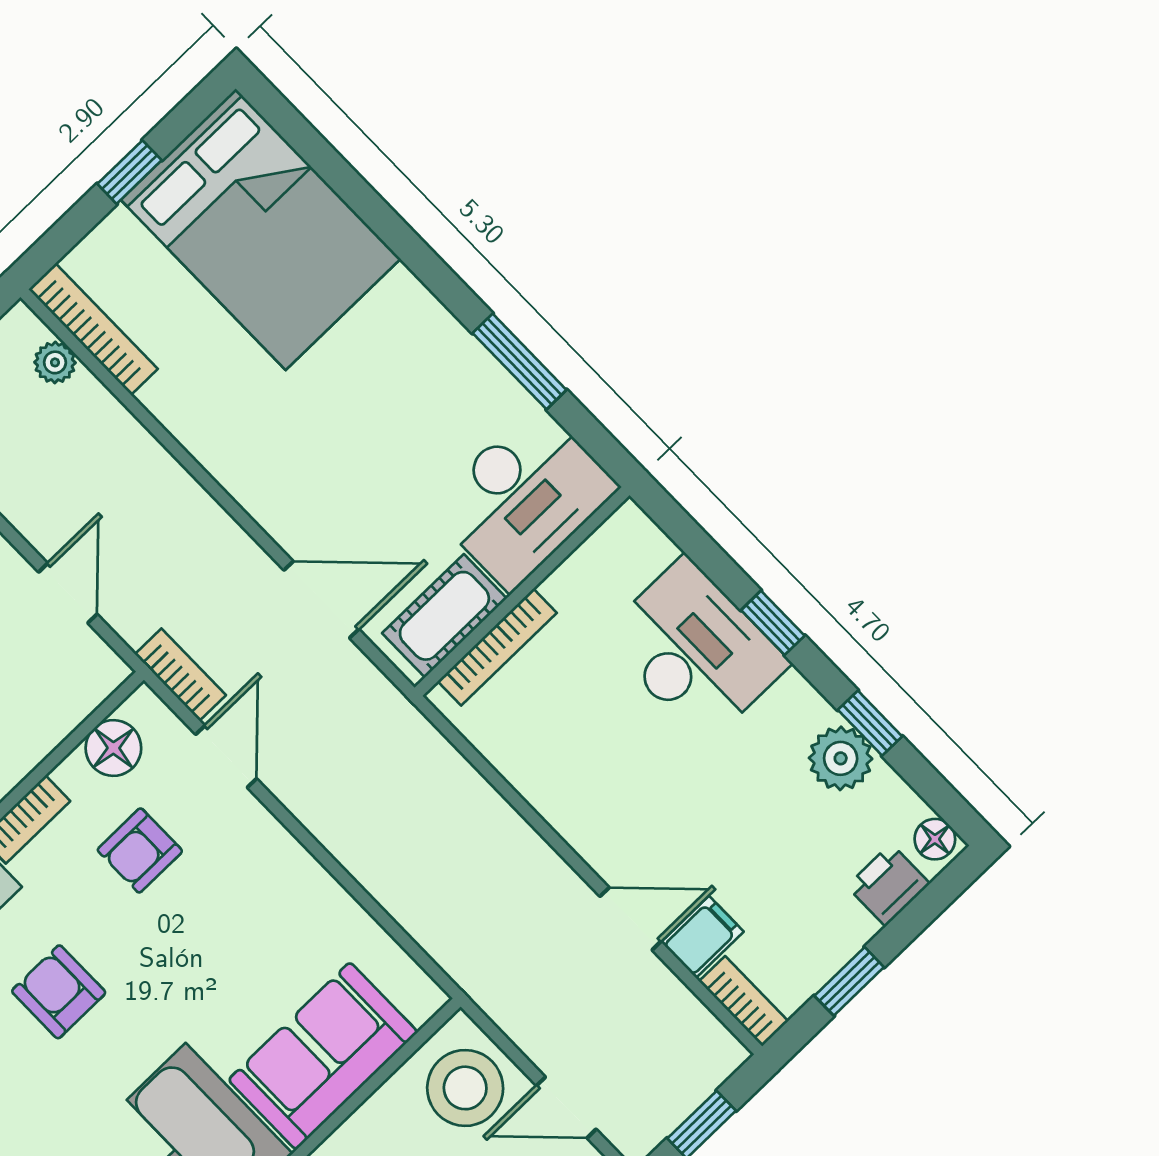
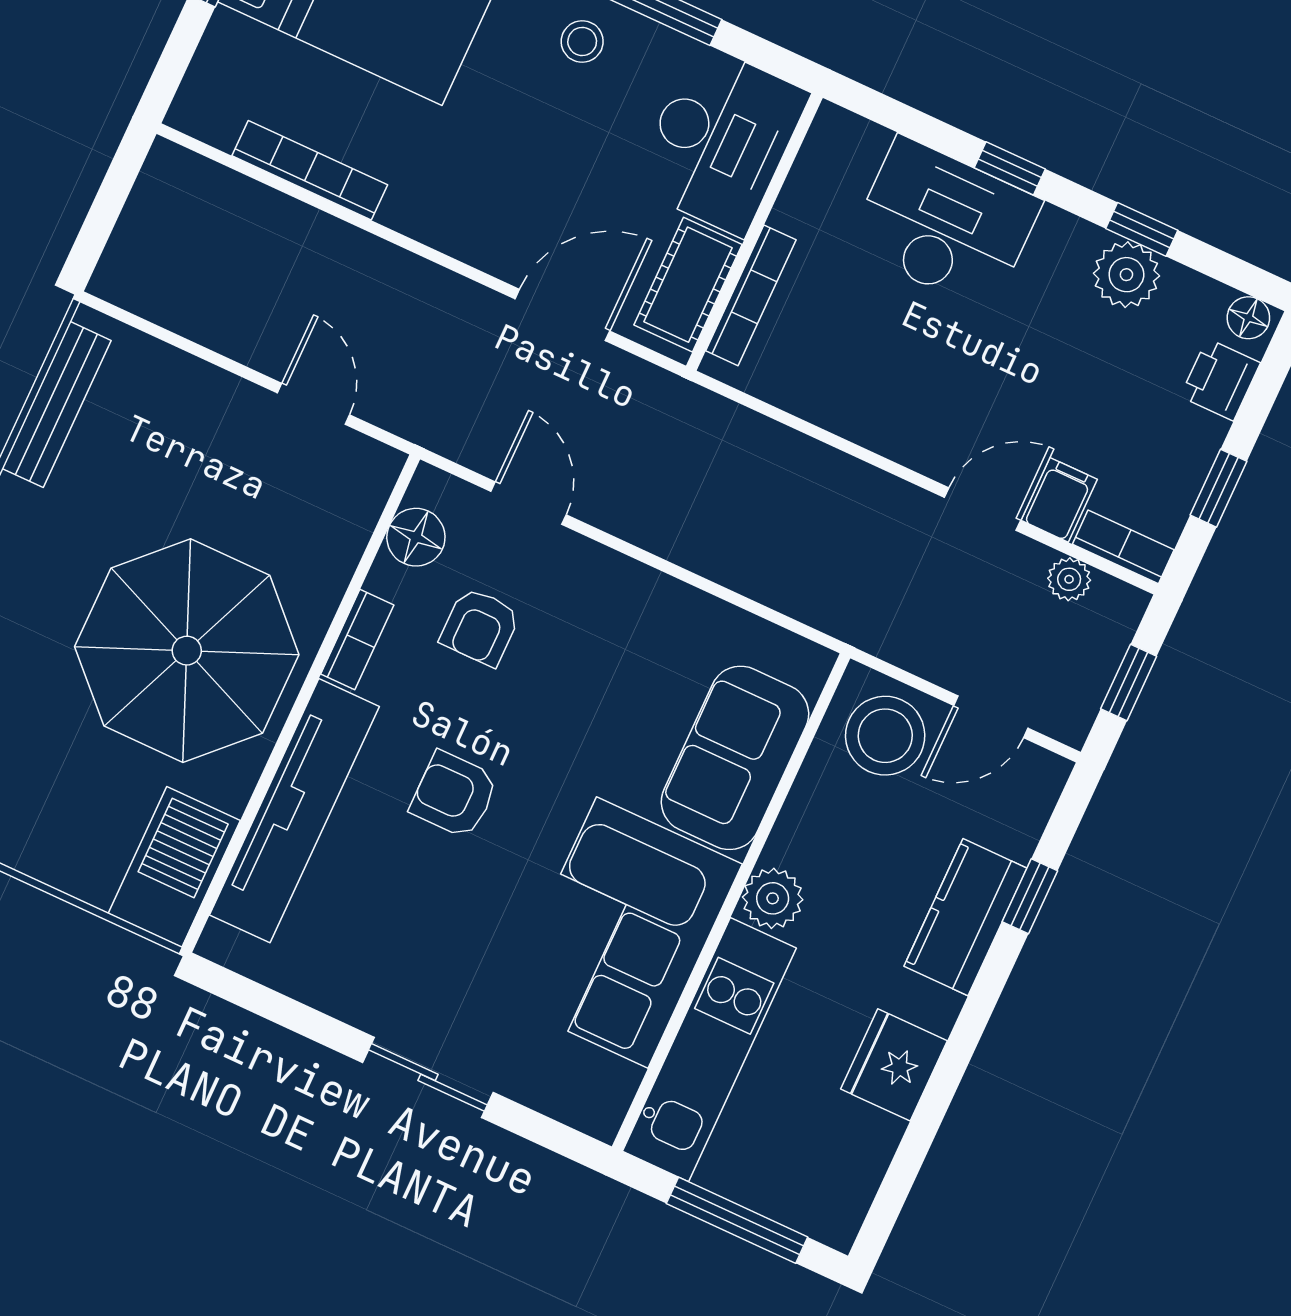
bookcase: (93, 329) -> (310, 170), moved
stool: (434, 361) -> (582, 42), added
plant: (55, 362) -> (1069, 579), moved
bookcase: (180, 675) -> (454, 441), removed

